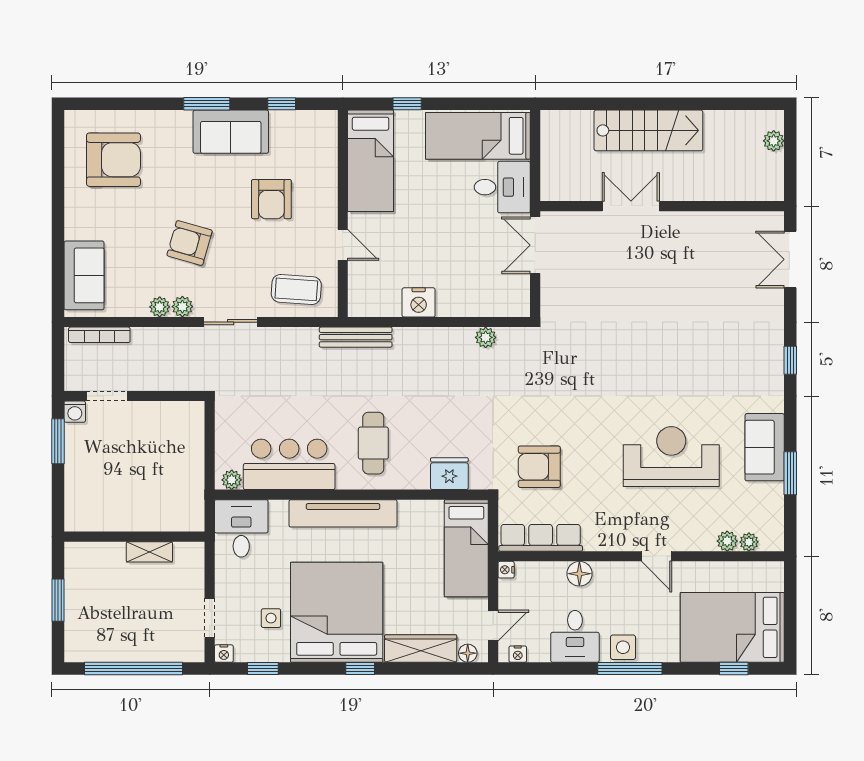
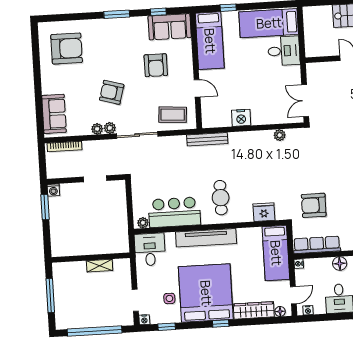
sofa: (231, 132) -> (170, 27), moved
double door: (535, 245) -> (305, 101), moved
sliding door: (231, 322) -> (137, 135), width x1.37
doorway: (107, 396) -> (95, 179), moved
window: (58, 600) -> (50, 295), width x1.44

